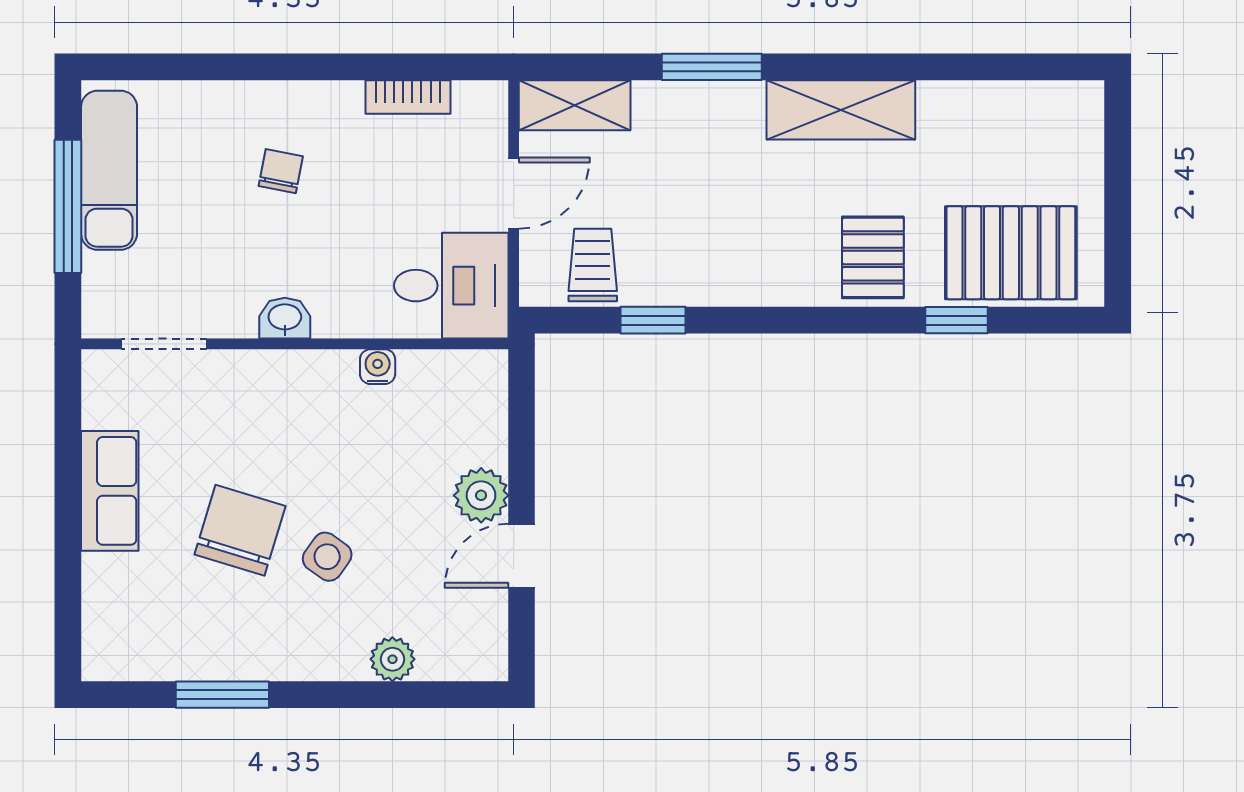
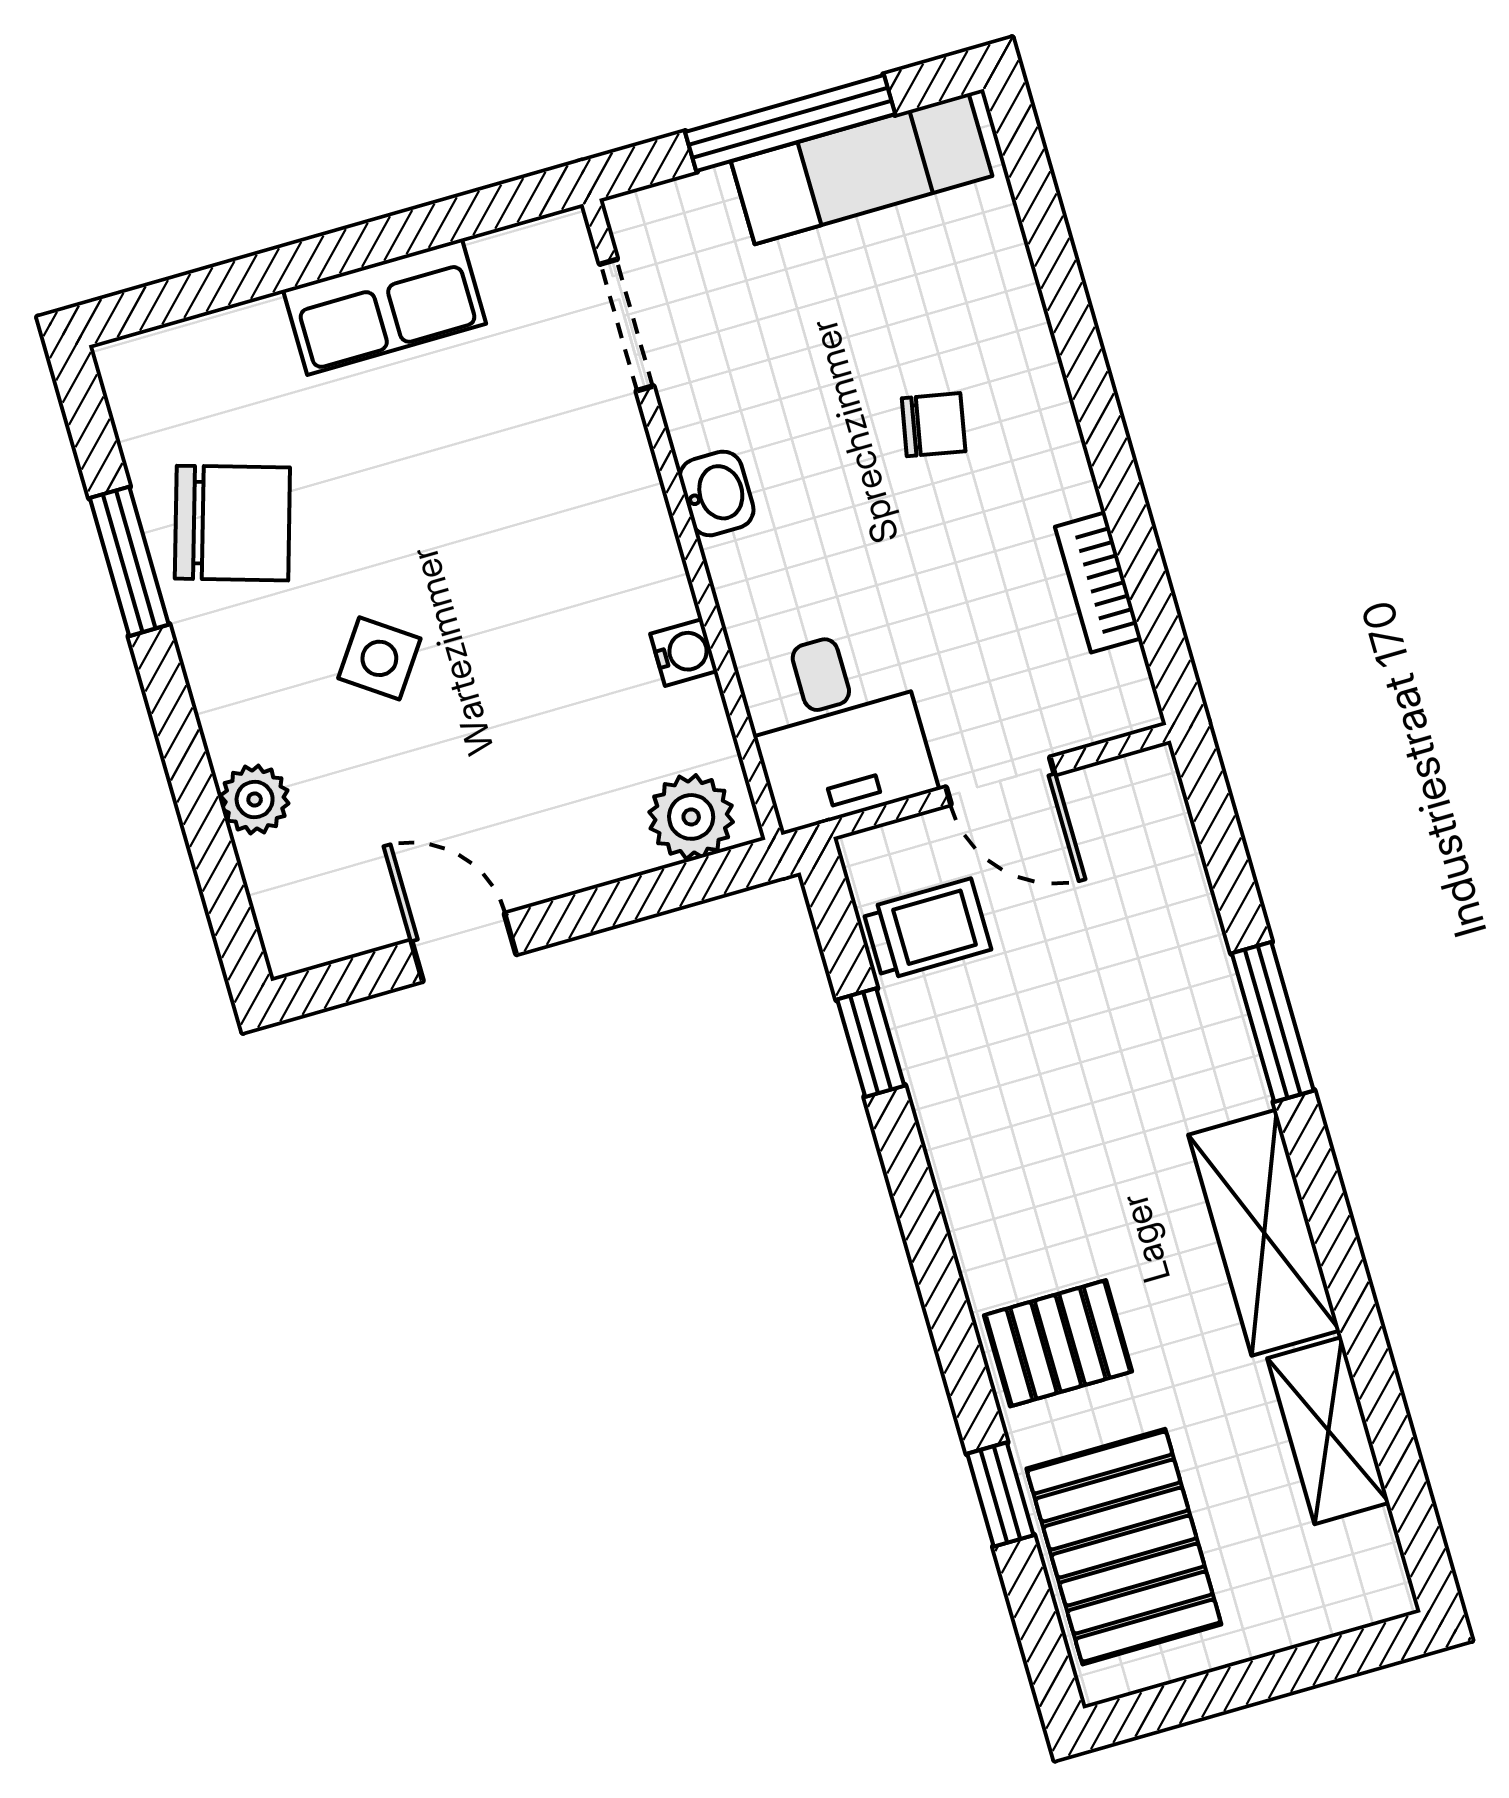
shelving: (575, 105) -> (1328, 1431), moved
plant: (481, 495) -> (691, 817), moved
chair: (240, 530) -> (232, 523), moved

